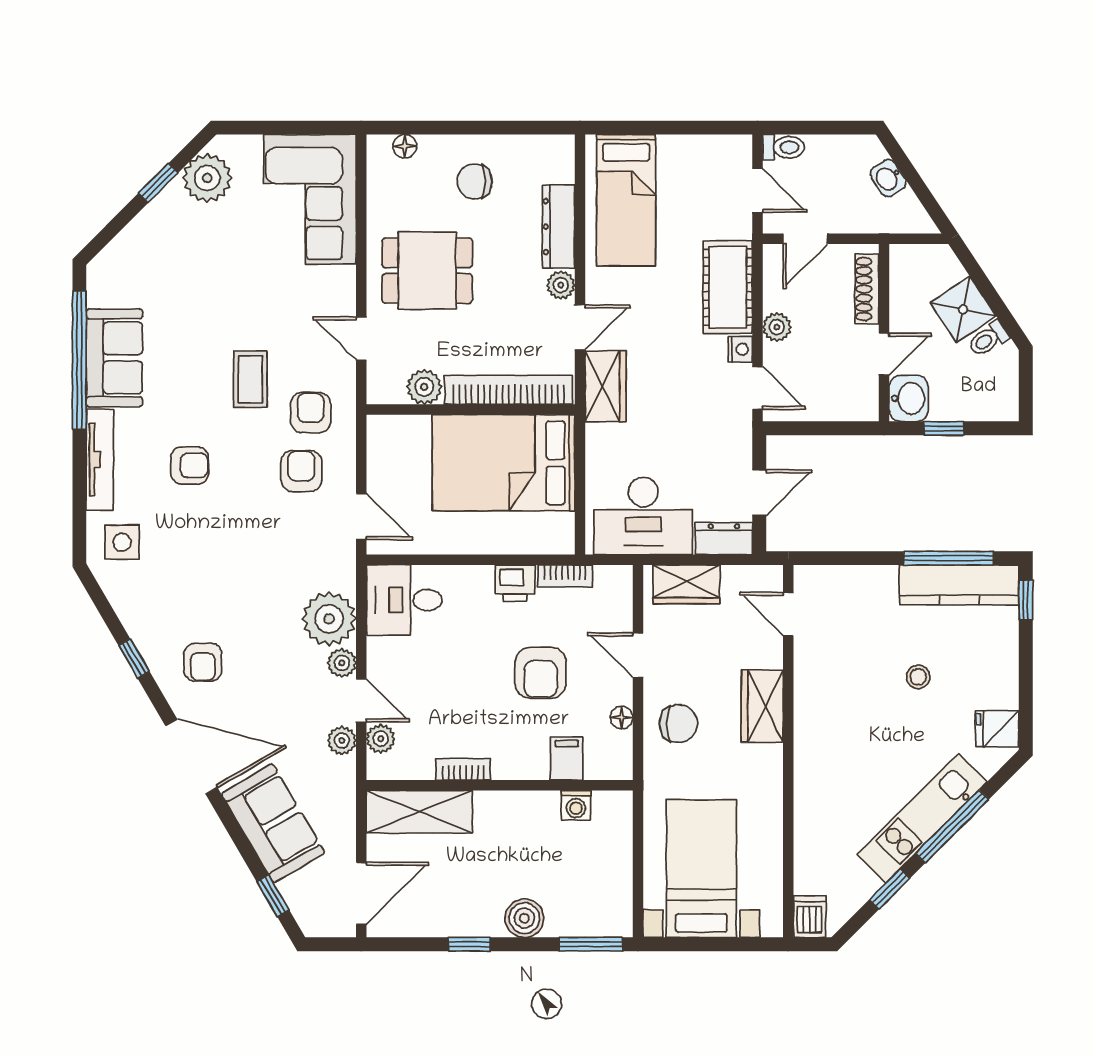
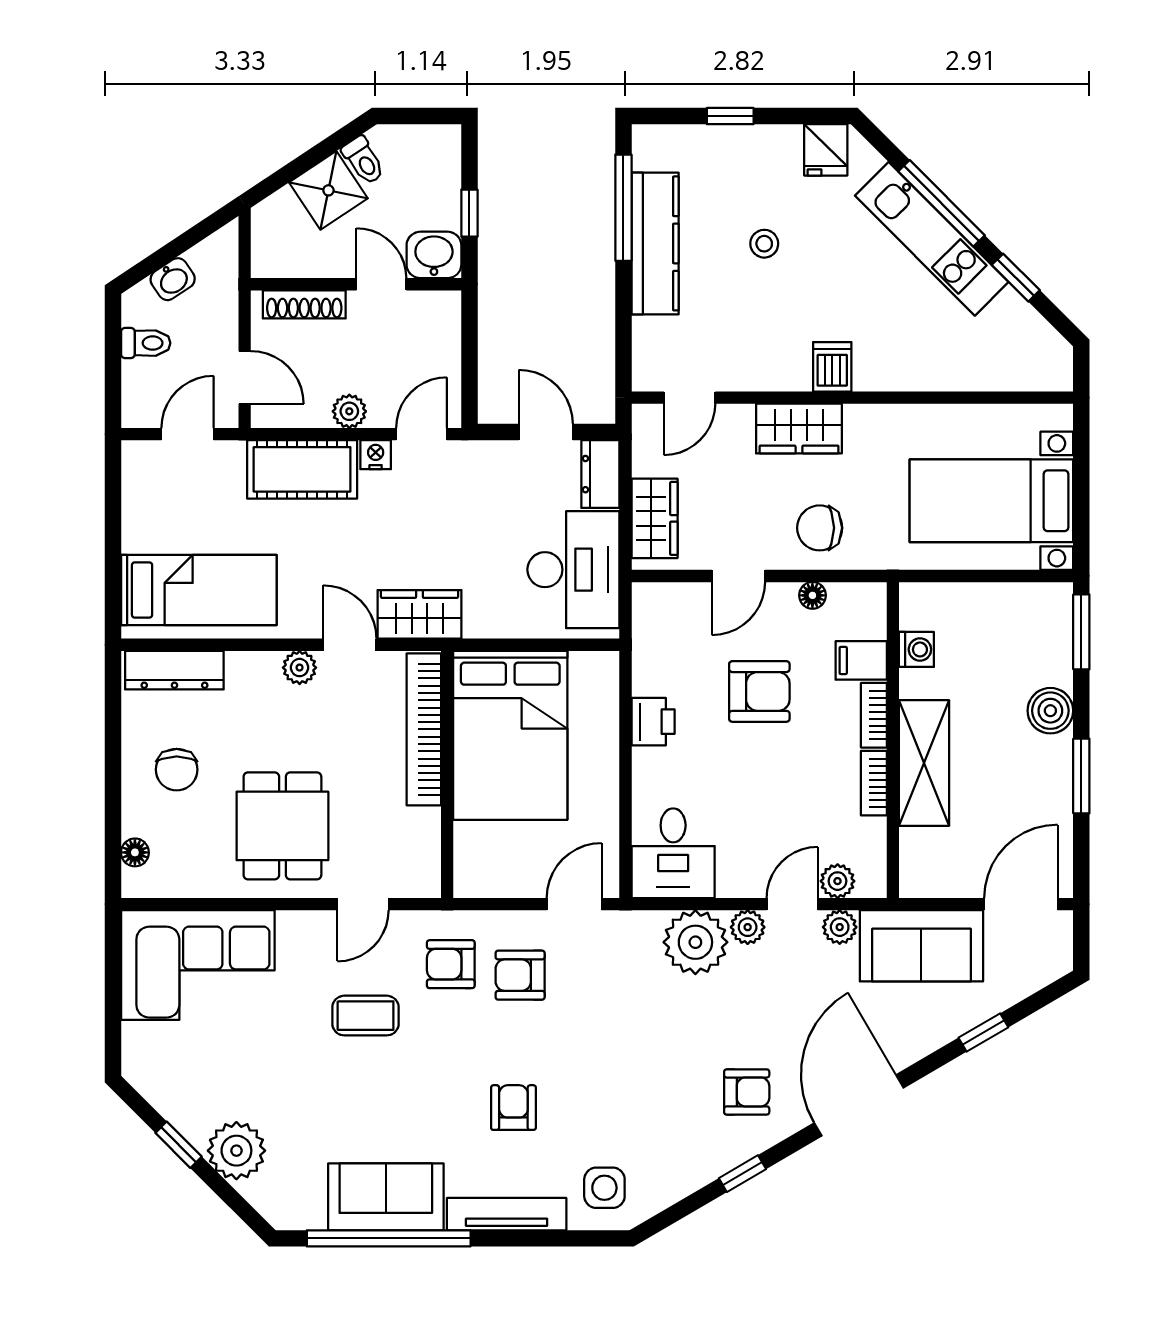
toilet: (783, 147) -> (146, 343), moved, turned 90
plant: (207, 178) -> (236, 1151), moved
dresser: (558, 227) -> (174, 670), moved
coffee table: (250, 379) -> (366, 1016), moved
plant: (424, 387) -> (420, 829), removed
bookcase: (565, 576) -> (874, 715), moved, turned 180
kitchen counter: (959, 585) -> (655, 243), moved
window: (1026, 600) -> (730, 116), moved
chair: (678, 724) -> (820, 528), turned -90
shelving: (419, 812) -> (924, 763), moved
sofa: (273, 823) -> (921, 946), moved, turned -150
door: (361, 893) -> (1021, 904), hinge flipped
window: (273, 896) -> (983, 1033), moved
dishwasher: (810, 917) -> (832, 367), moved, turned 90
window: (469, 944) -> (1081, 776), width x1.50

